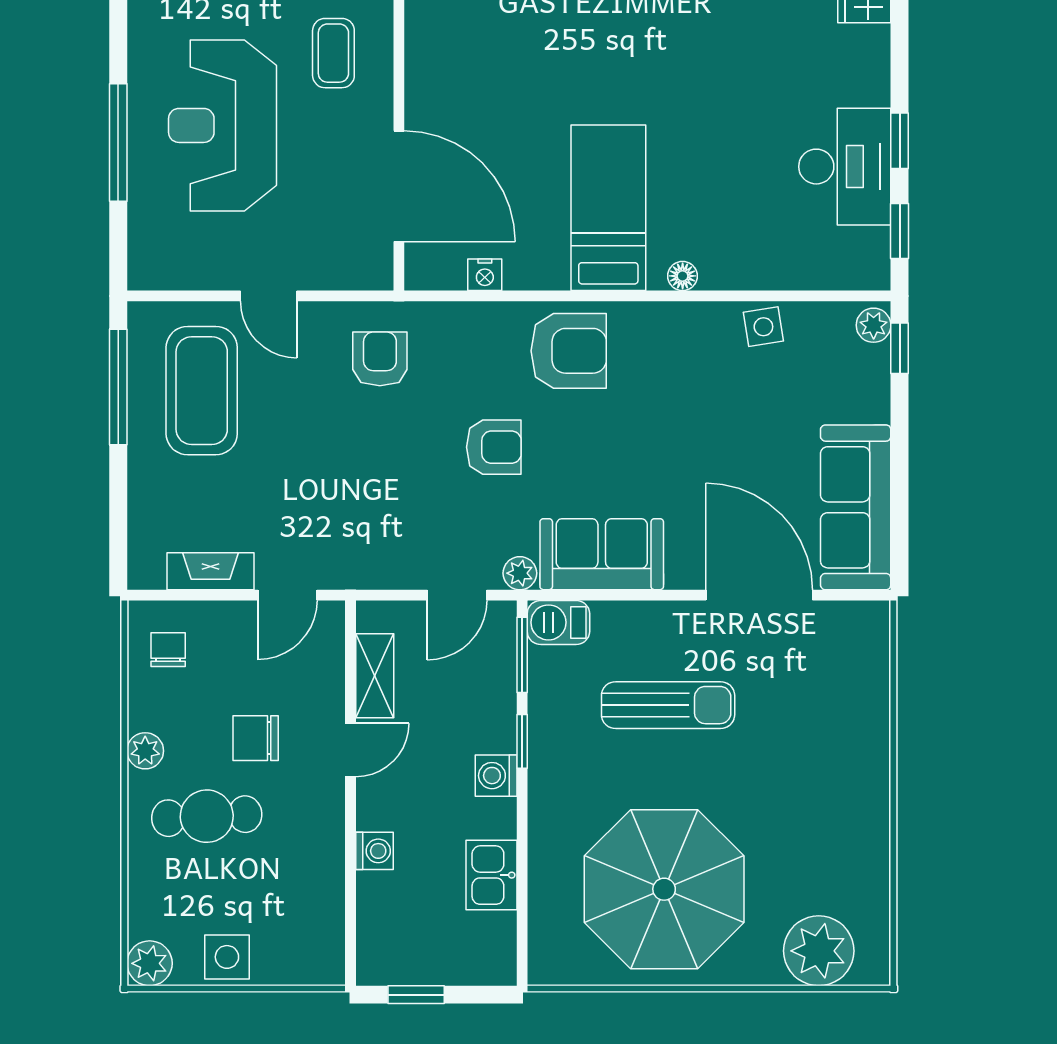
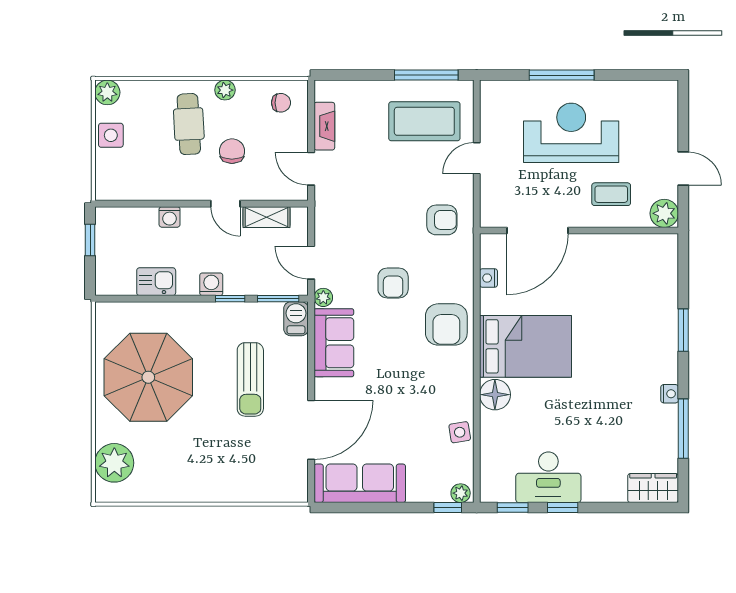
bed: (608, 208) -> (526, 346), width x1.50
floor lamp: (683, 276) -> (495, 395), width x1.89, depth x1.89

